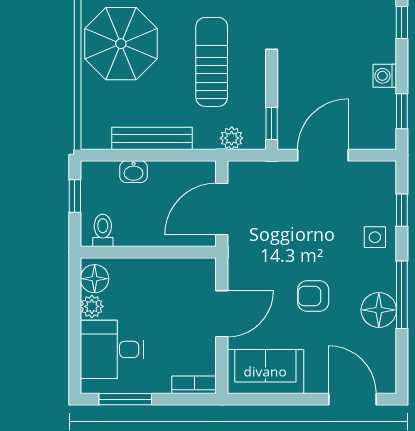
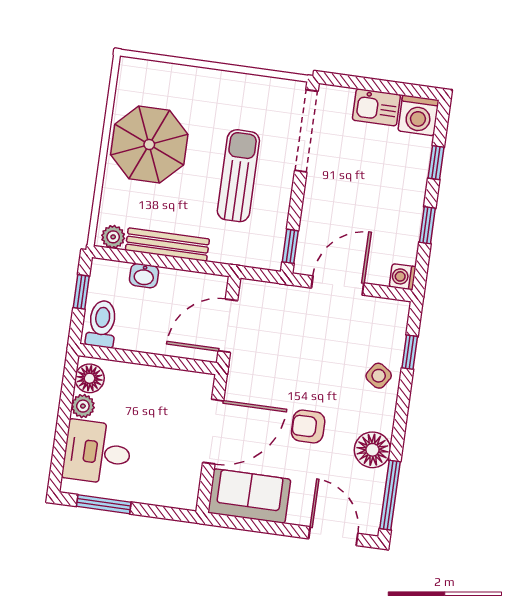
washing machine: (385, 76) -> (403, 277), moved
window: (402, 111) -> (427, 225), moved
plant: (232, 138) -> (113, 237), moved
toilet: (103, 230) -> (102, 324), width x1.37, depth x1.39
side table: (375, 237) -> (379, 376), turned 34
window: (402, 295) -> (390, 495), moved
door: (222, 314) -> (213, 432), width x1.36
bookcase: (194, 385) -> (175, 499), removed

